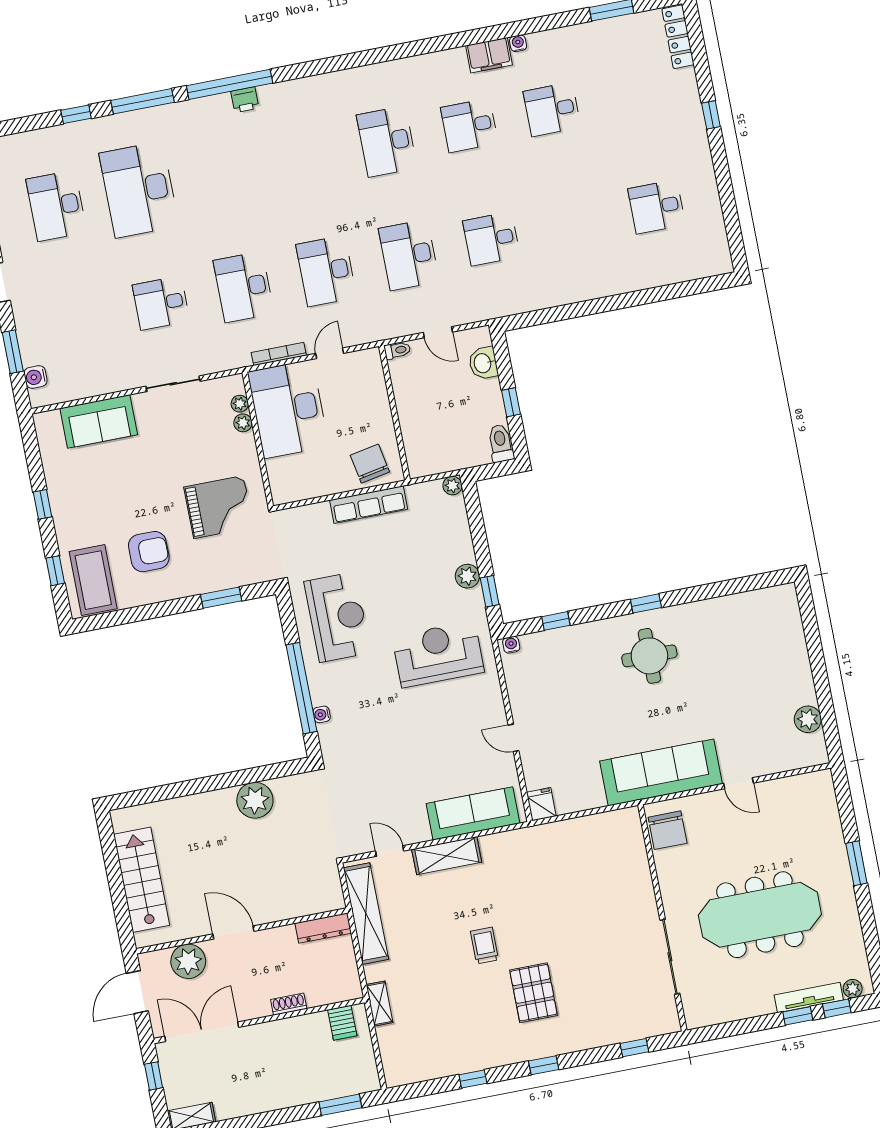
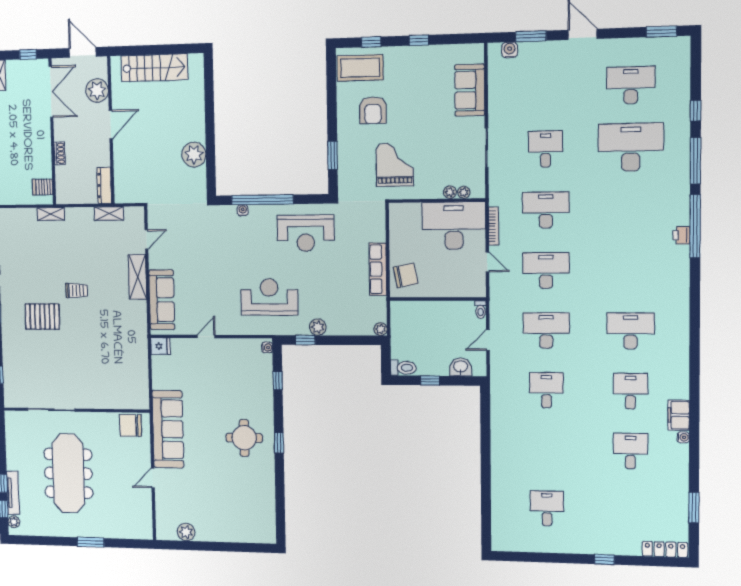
grand piano: (219, 507) -> (395, 165), turned 180
reception desk: (438, 654) -> (269, 297), turned -90
shelving: (366, 914) -> (109, 214), width x0.45, depth x0.75

